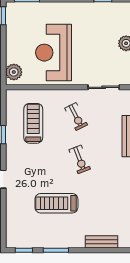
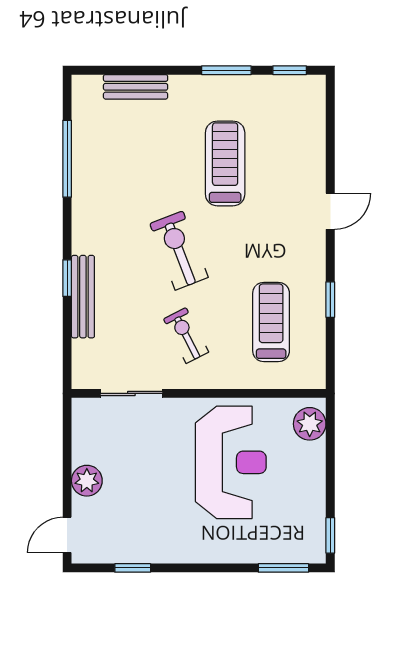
treadmill: (33, 123) -> (271, 322), turned 180
exercise bike: (80, 159) -> (179, 251), width x1.38, depth x1.39
treadmill: (56, 203) -> (225, 163), turned -90

